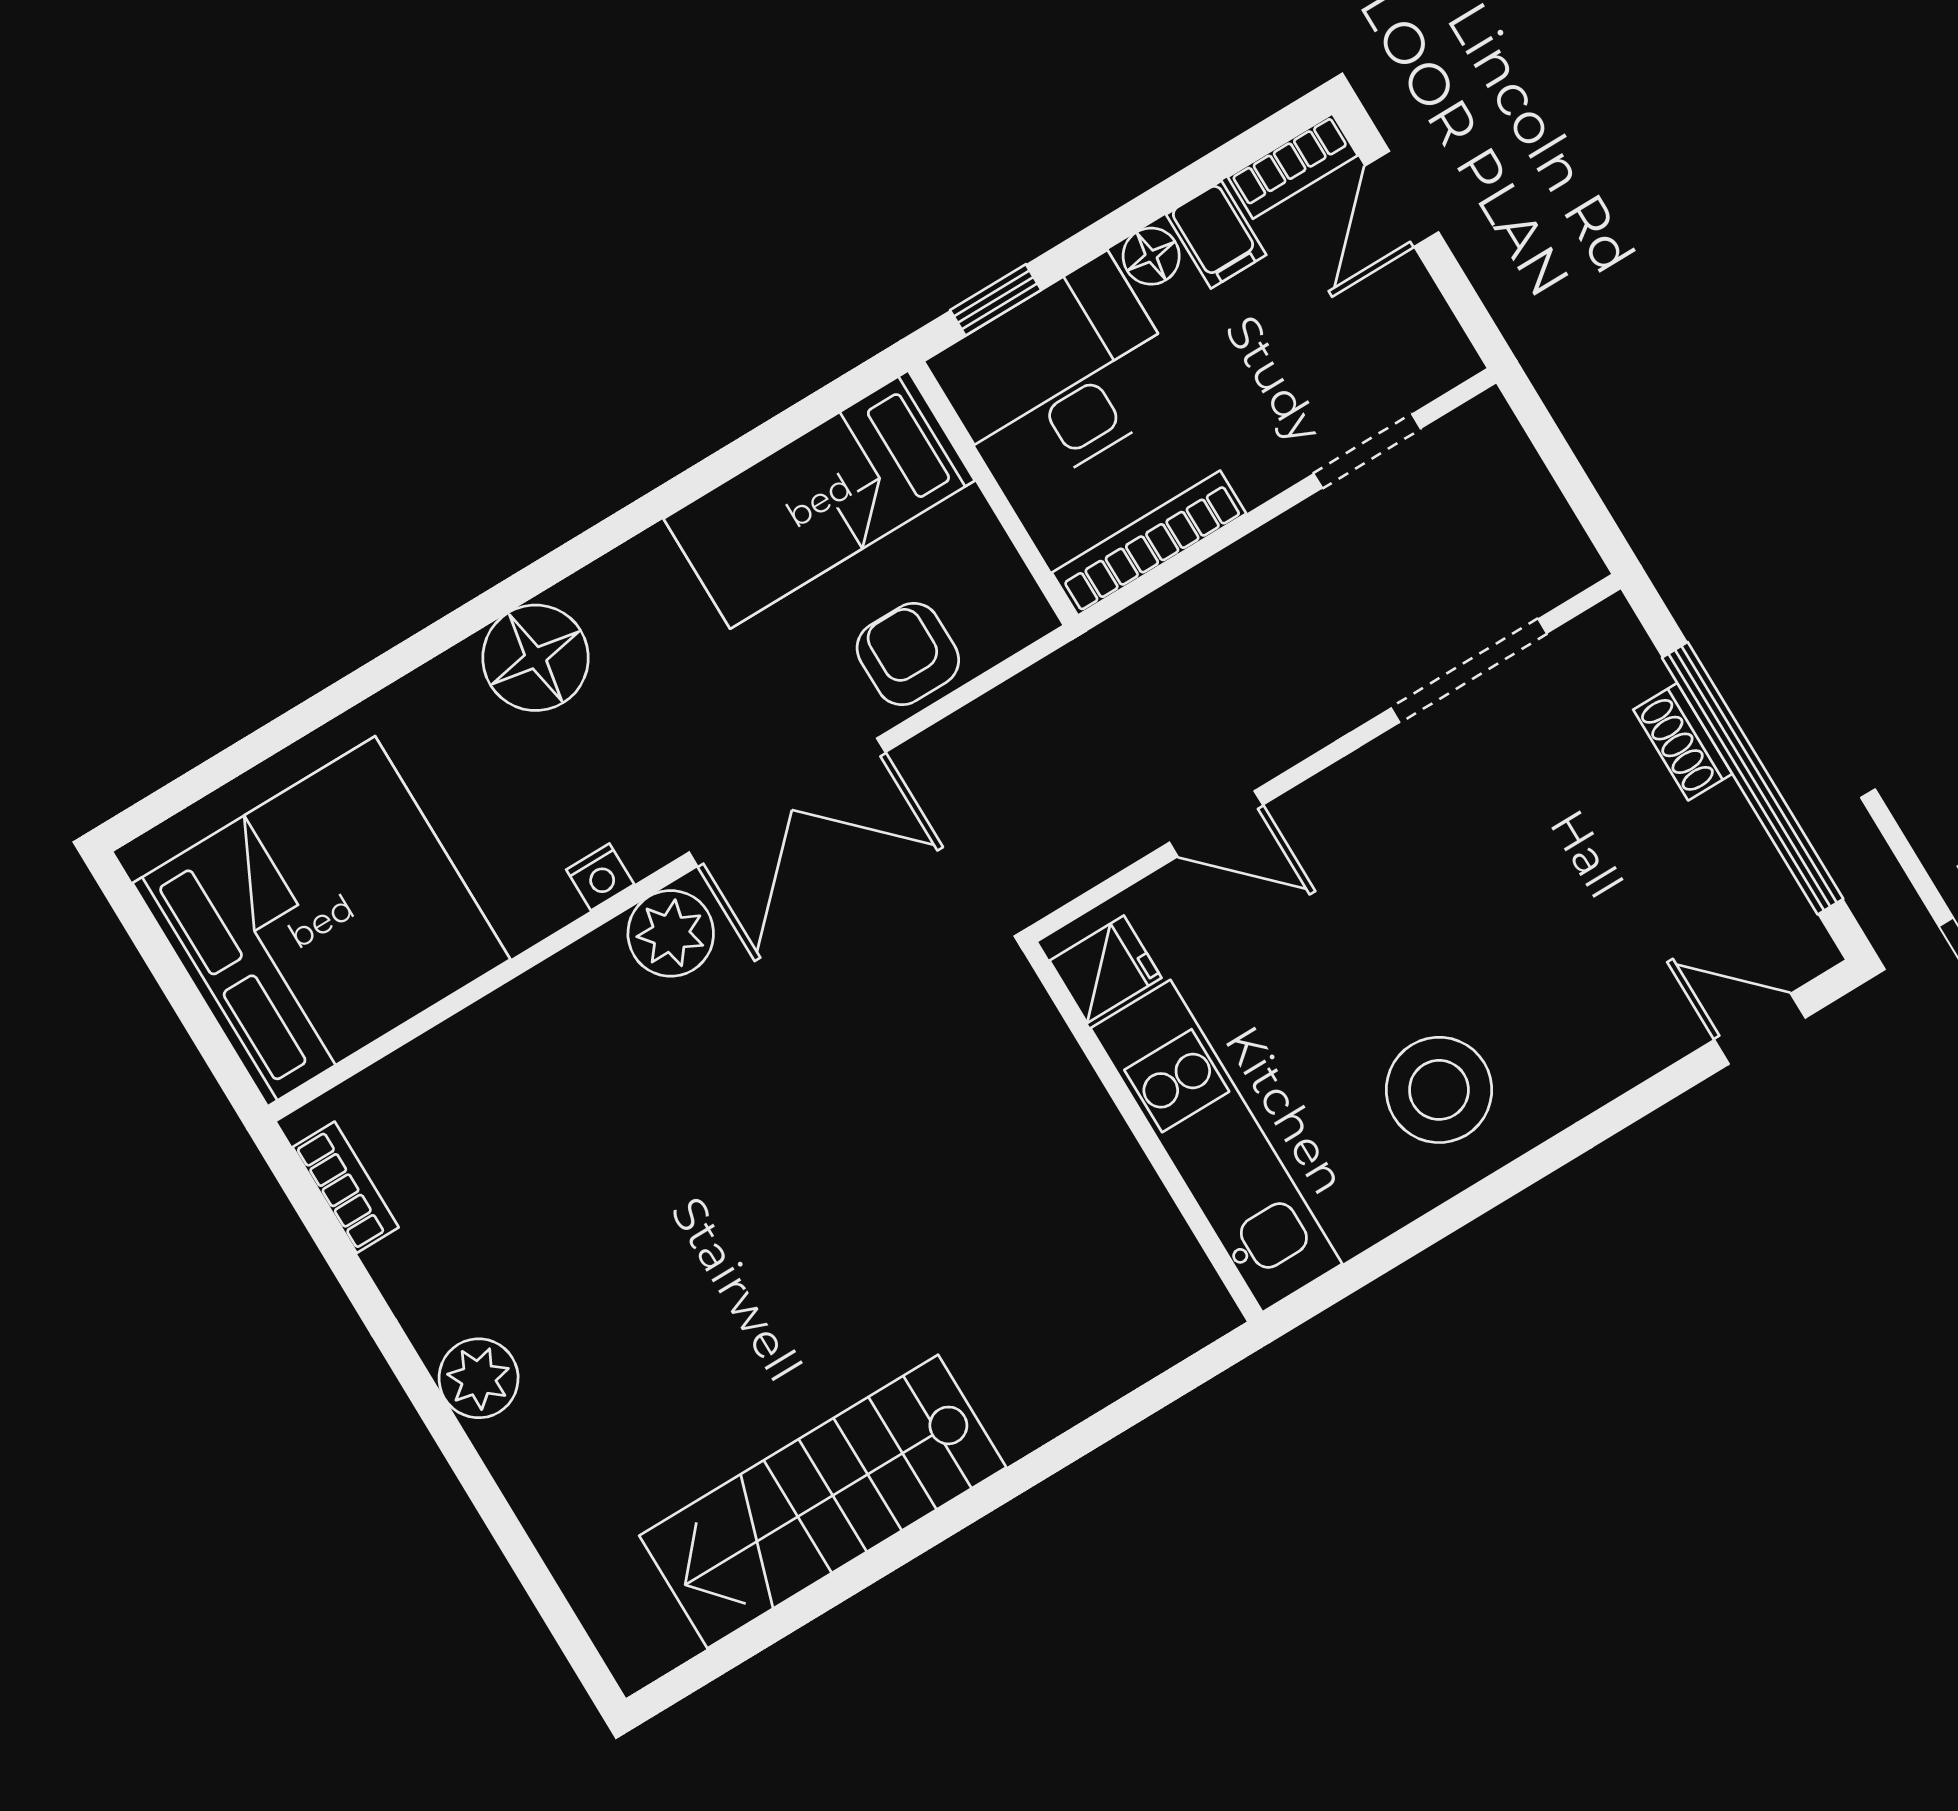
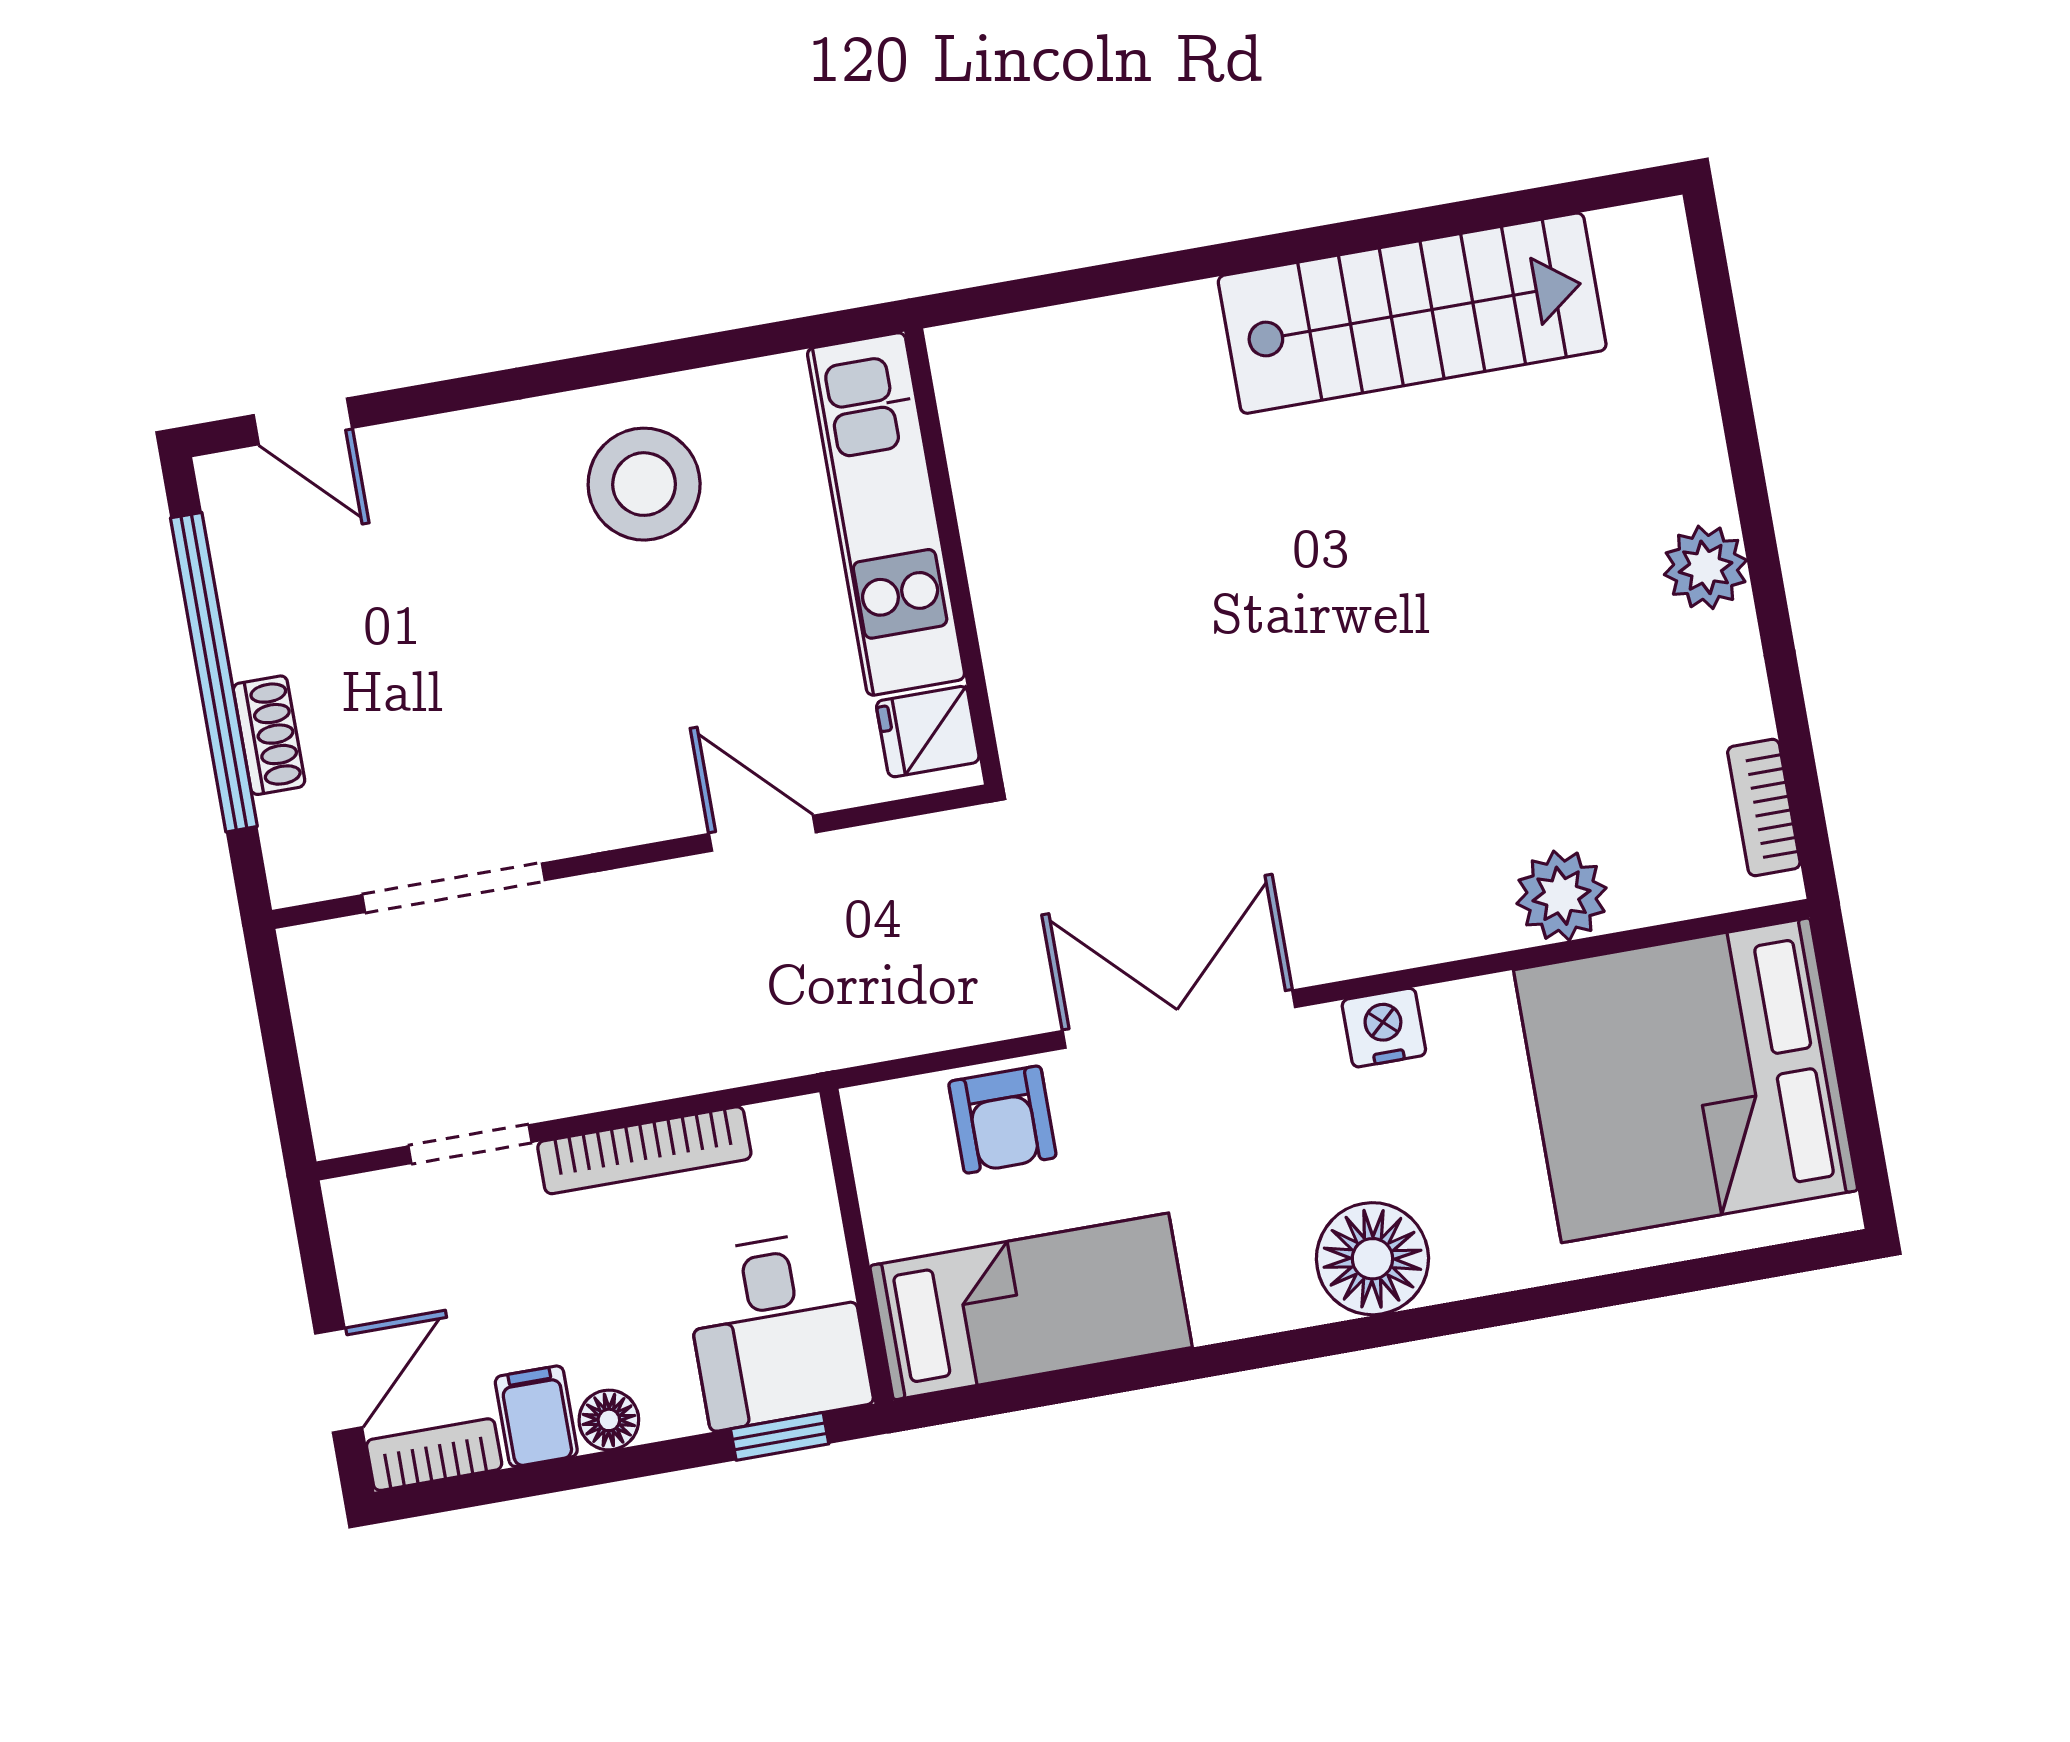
desk: (1059, 378) -> (777, 1330), width x0.73
bookcase: (1149, 543) -> (644, 1150), moved
nightstand: (600, 877) -> (1384, 1028), width x1.39, depth x1.35
plant: (671, 933) -> (1562, 896), moved

